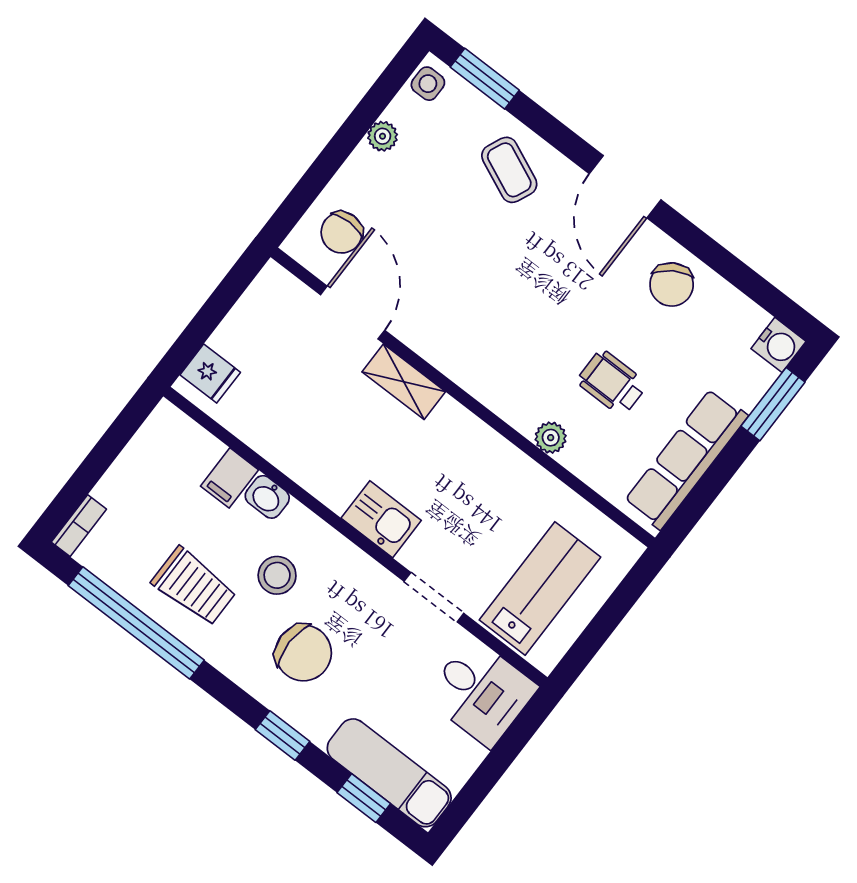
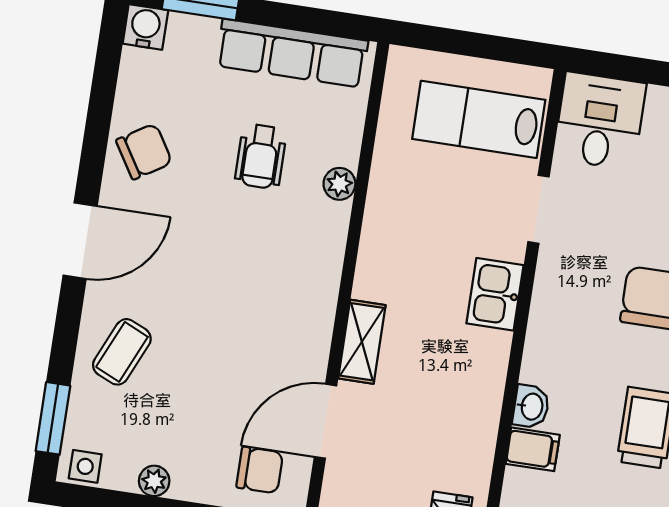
stool: (277, 575) -> (596, 359), removed

